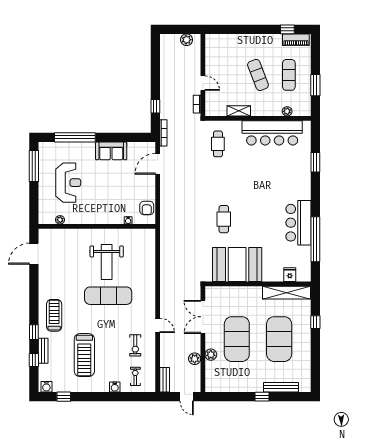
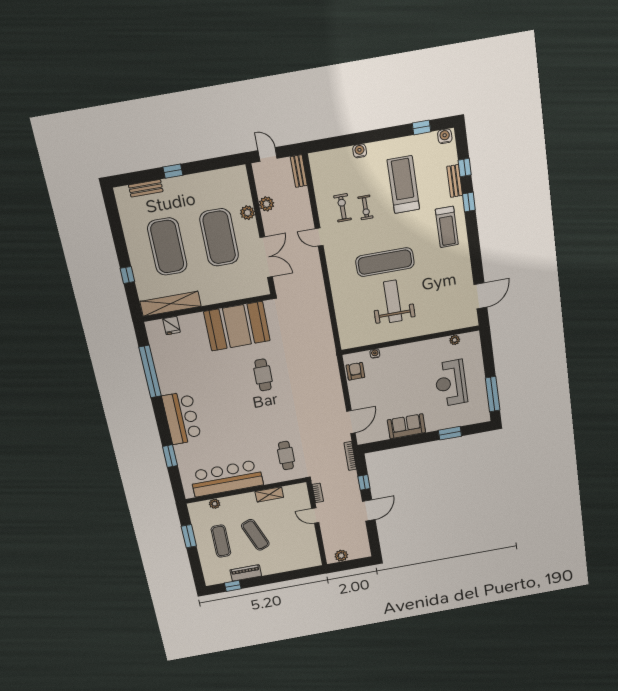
piano: (296, 40) -> (246, 573), moved
door: (155, 79) -> (369, 510), added
window: (75, 137) -> (450, 433), width x0.47
bar counter: (298, 223) -> (182, 418), moved
exercise bike: (135, 376) -> (365, 207), moved
bench: (281, 387) -> (146, 188), width x0.73

